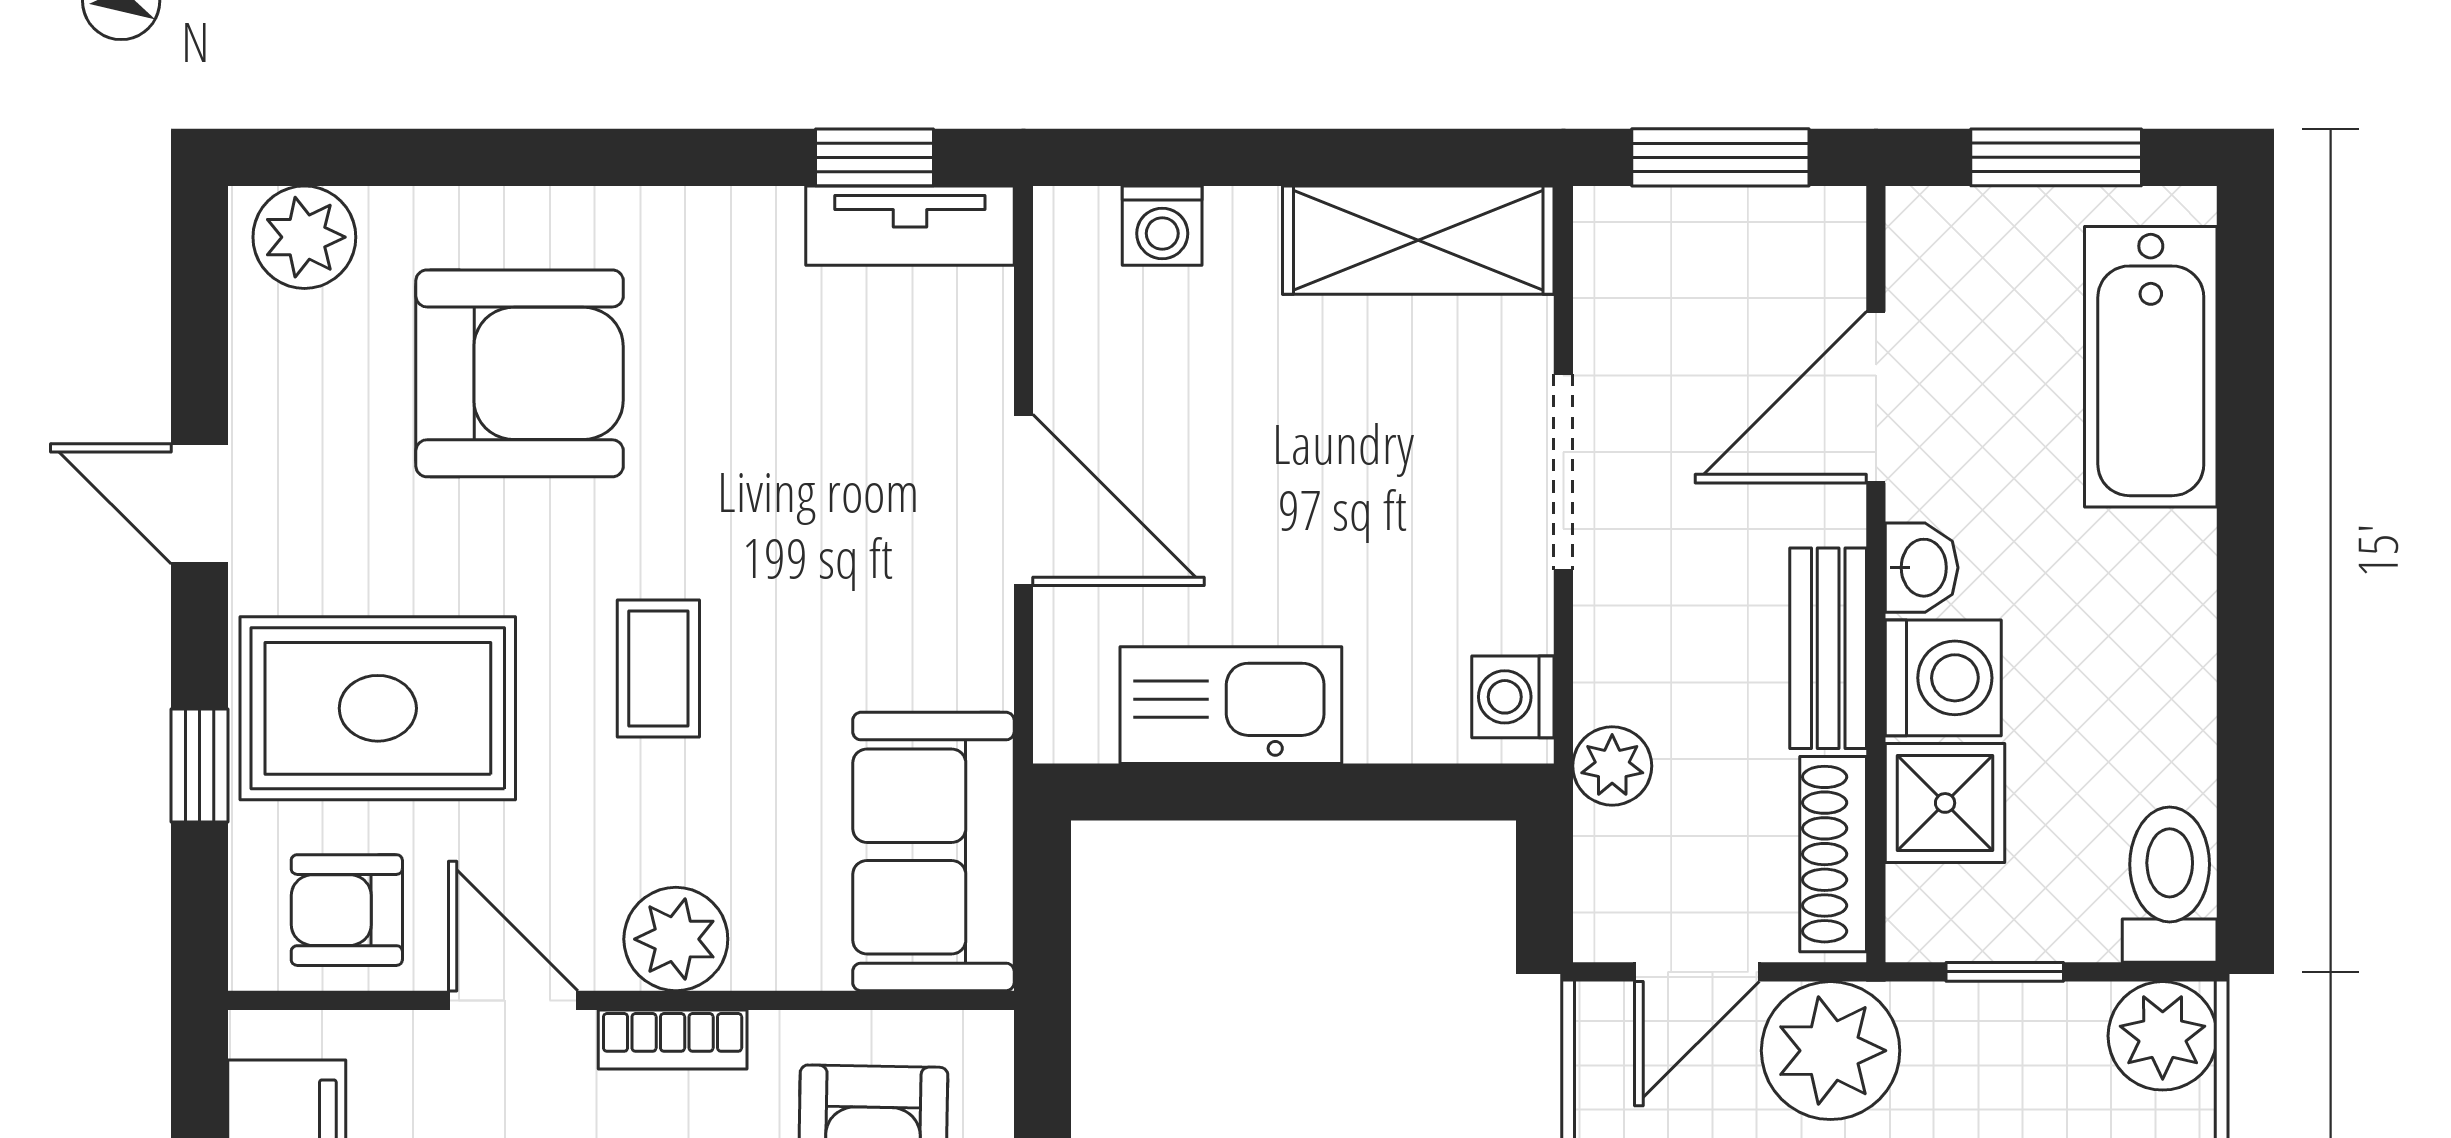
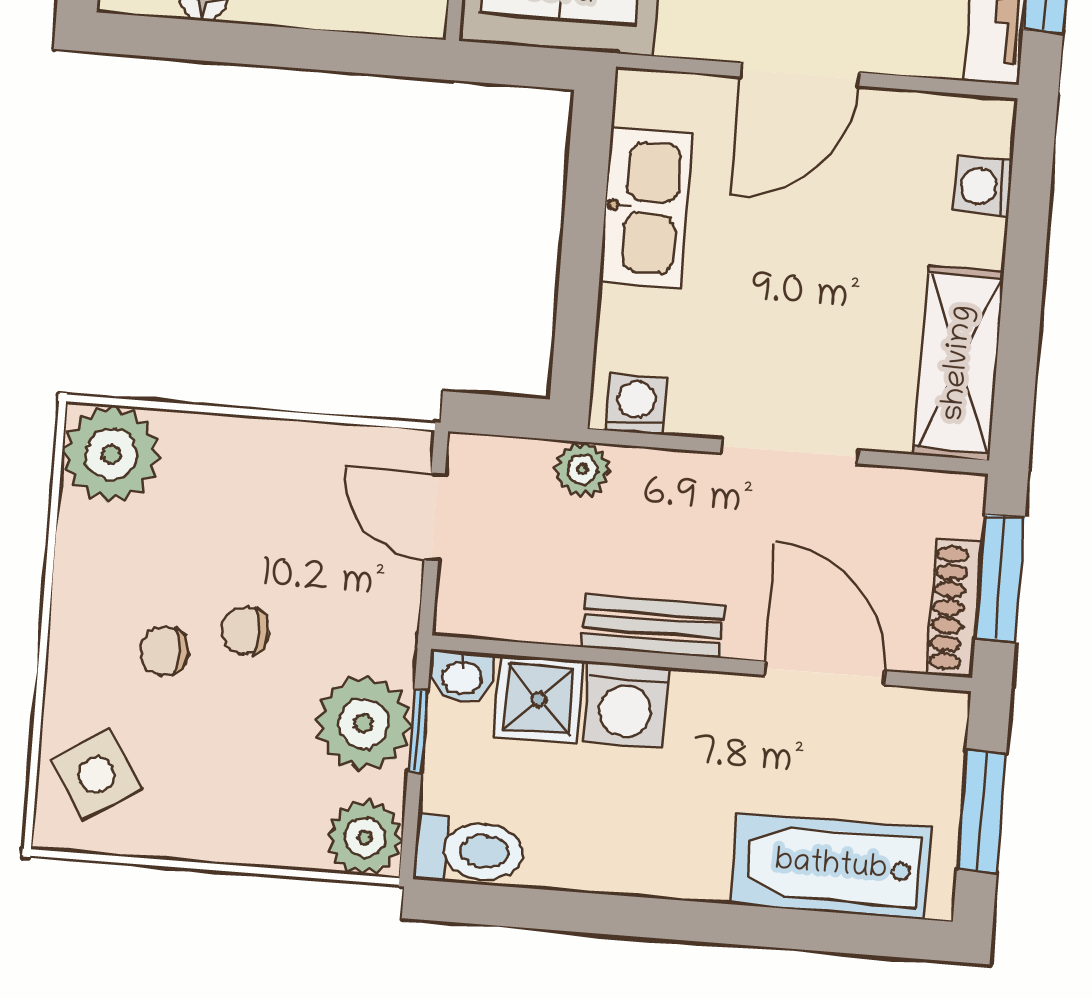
washbasin: (1922, 568) -> (462, 676), moved
shoe rack: (1833, 854) -> (954, 608), moved, turned -90
plant: (1831, 1051) -> (363, 723), moved

